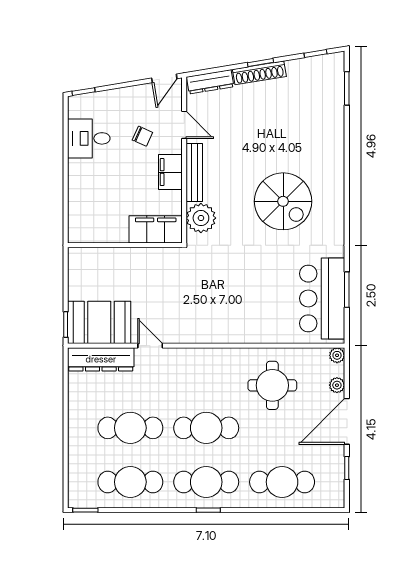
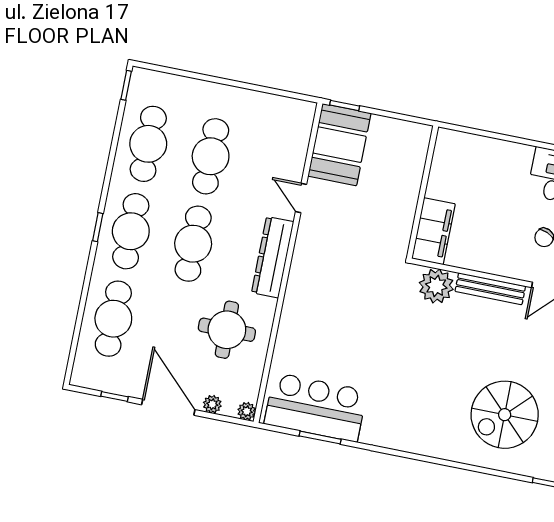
filing cabinet: (170, 172) -> (496, 261), removed
spiral stairs: (283, 201) -> (505, 415), moved
door: (150, 346) -> (301, 198), swing flipped
dresser: (101, 359) -> (273, 257), moved

